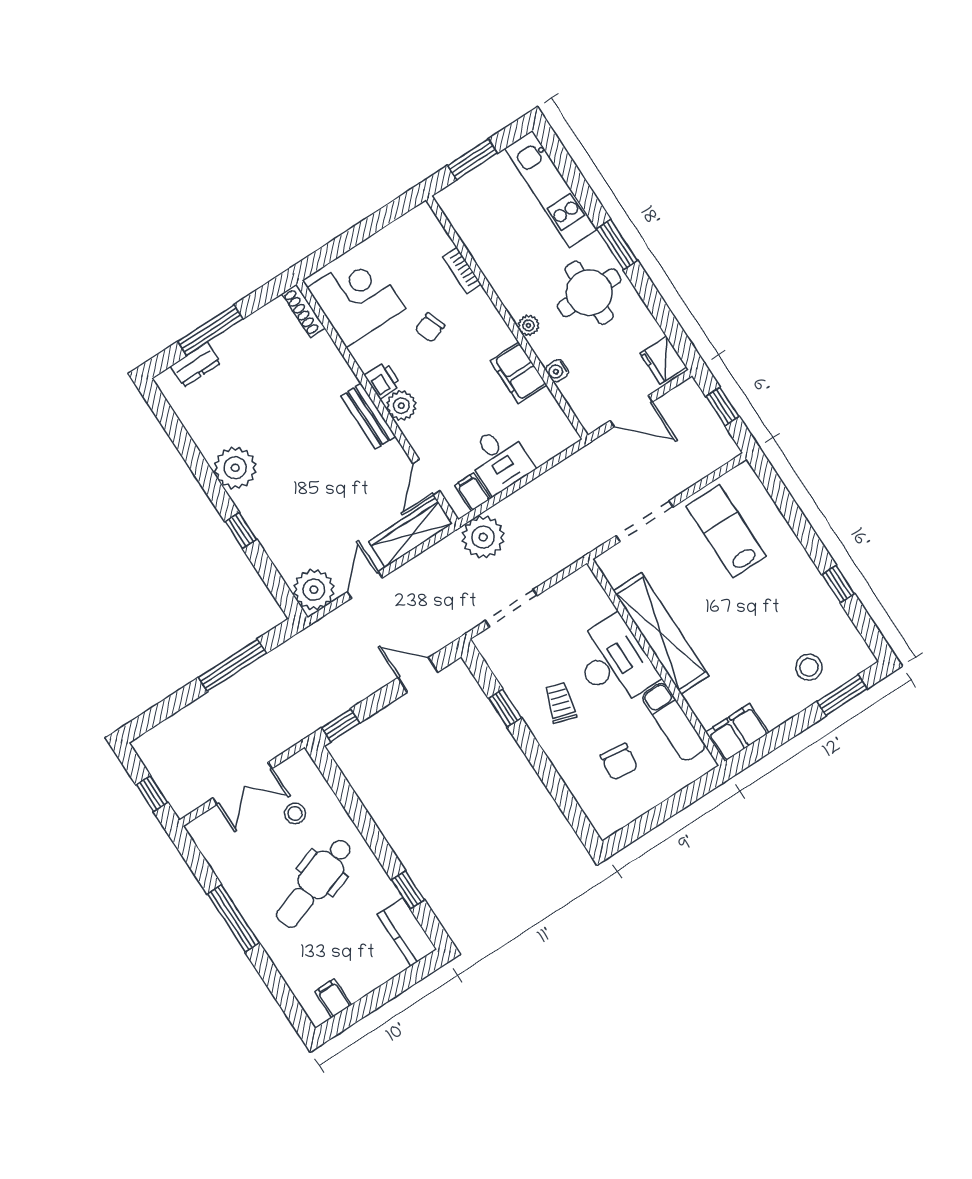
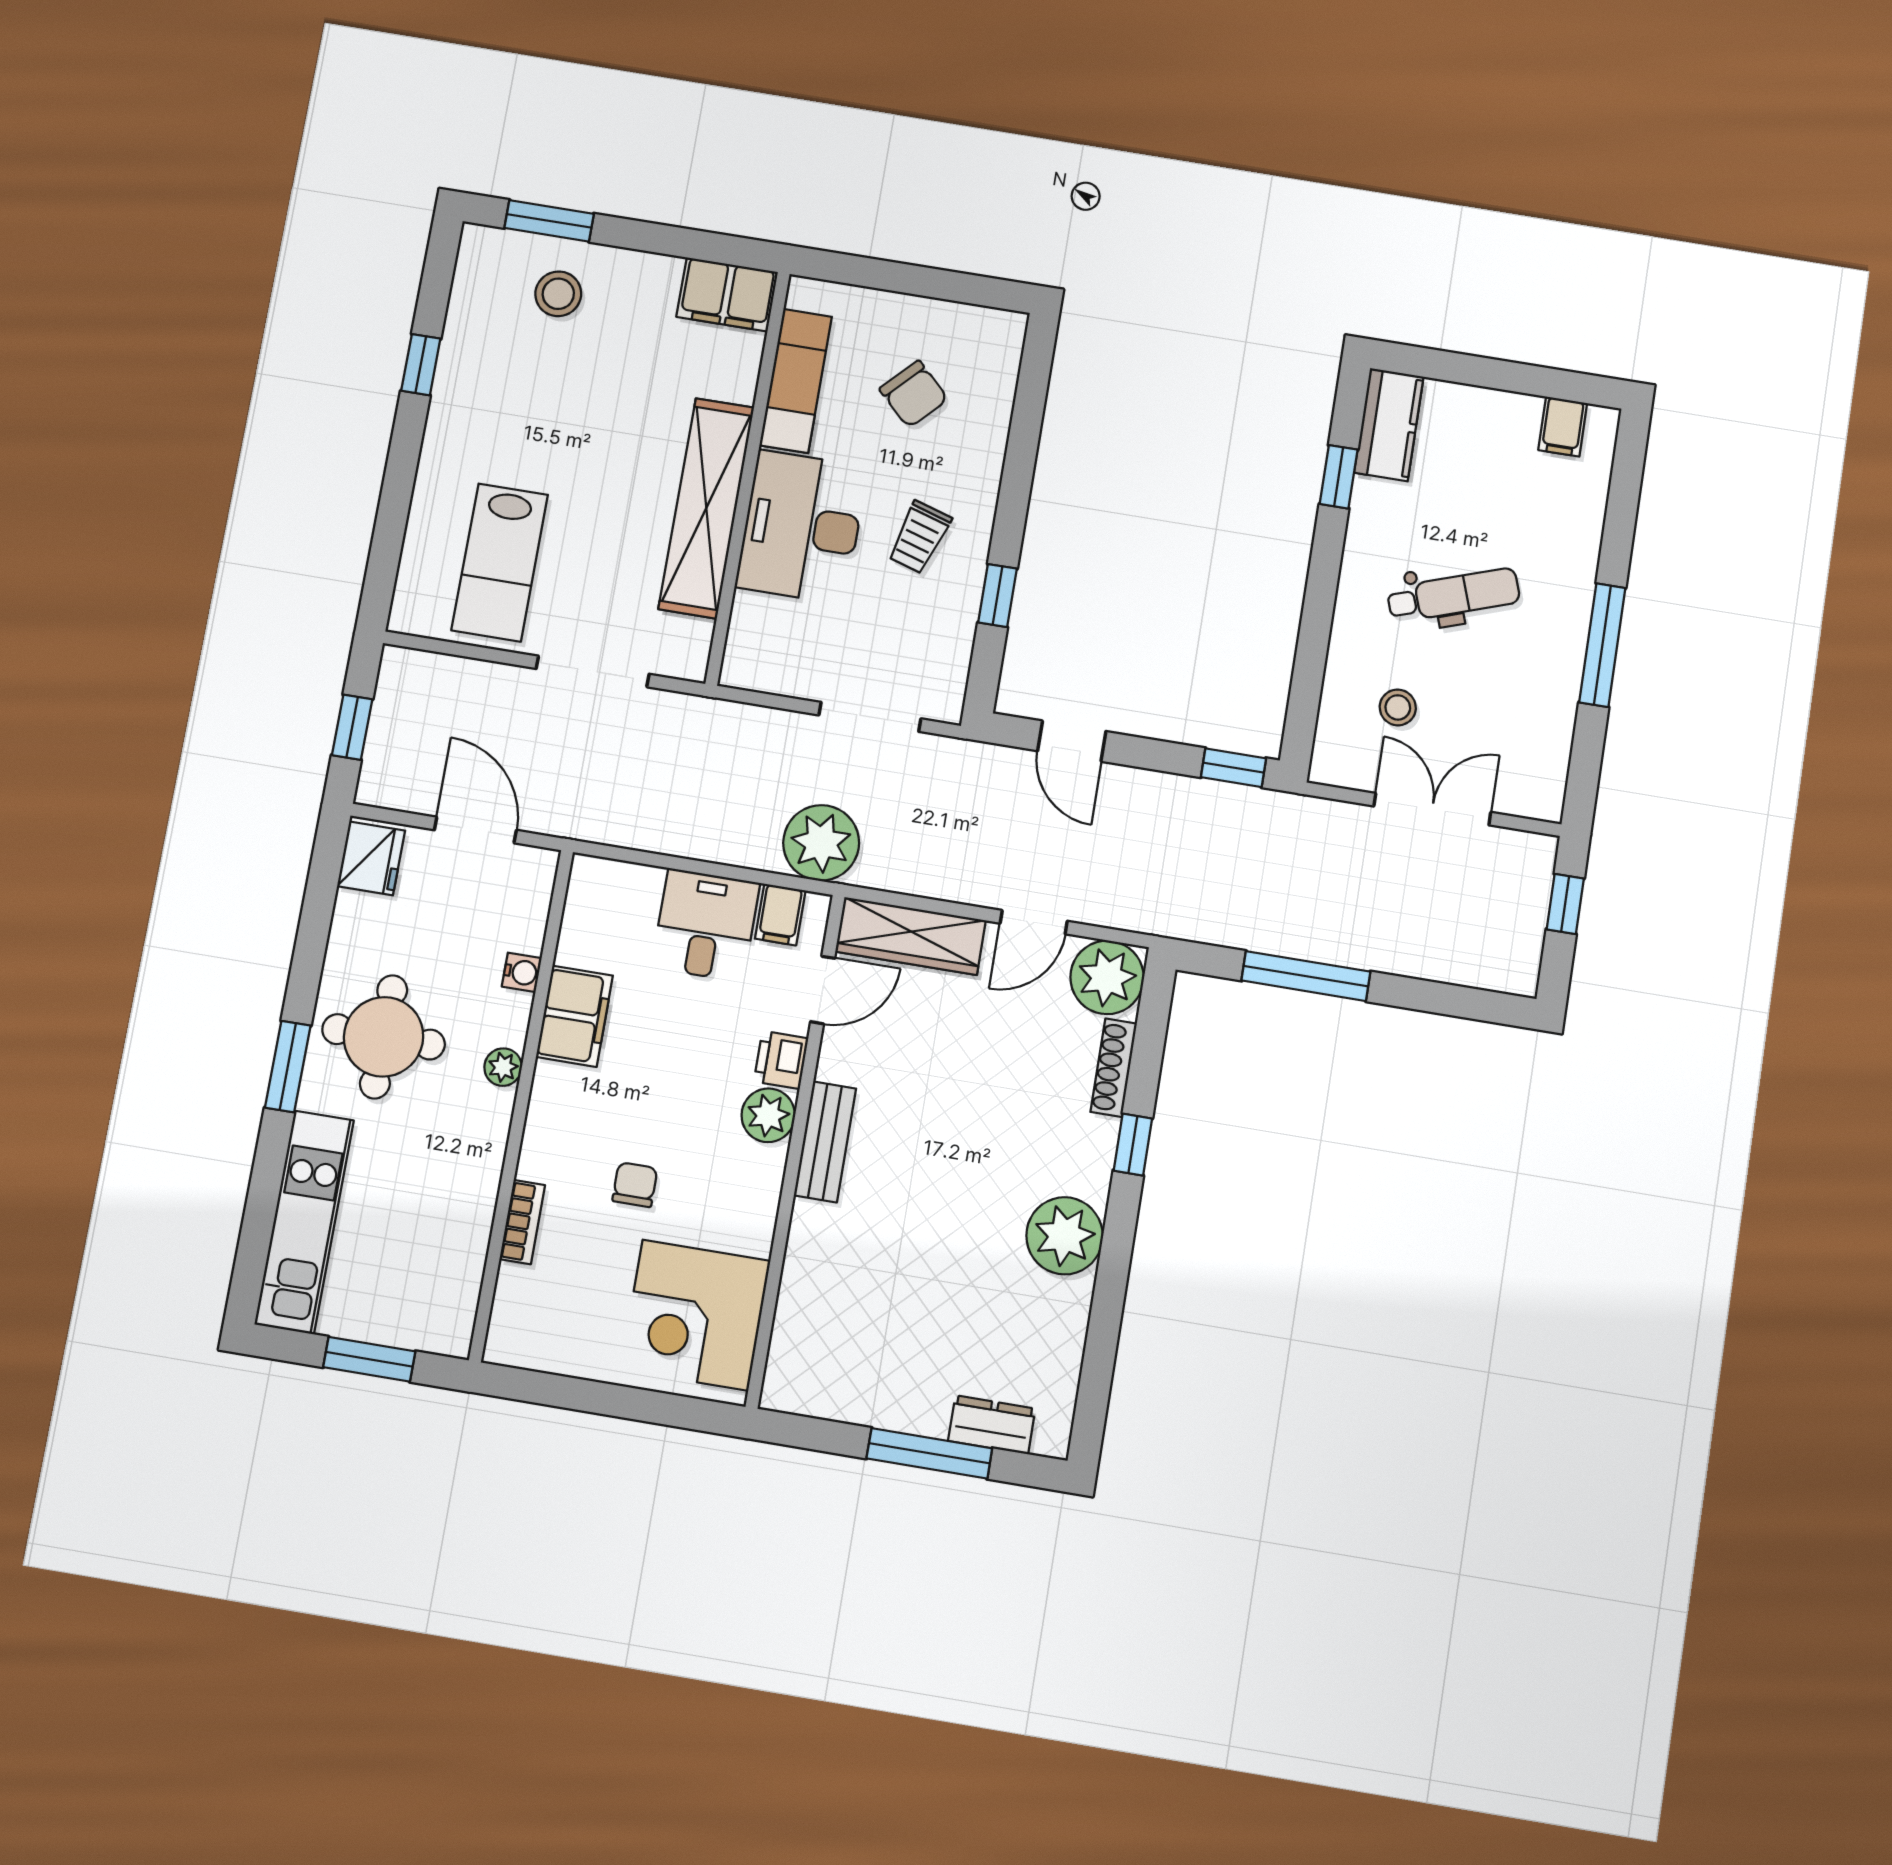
shoe rack: (303, 311) -> (1114, 1068), moved, turned 180
chair: (430, 328) -> (635, 1185), turned -70
printer: (383, 380) -> (781, 1060), moved
chair: (619, 762) -> (914, 394), turned 127
dental chair: (314, 883) -> (1453, 595), width x0.73, depth x0.72

